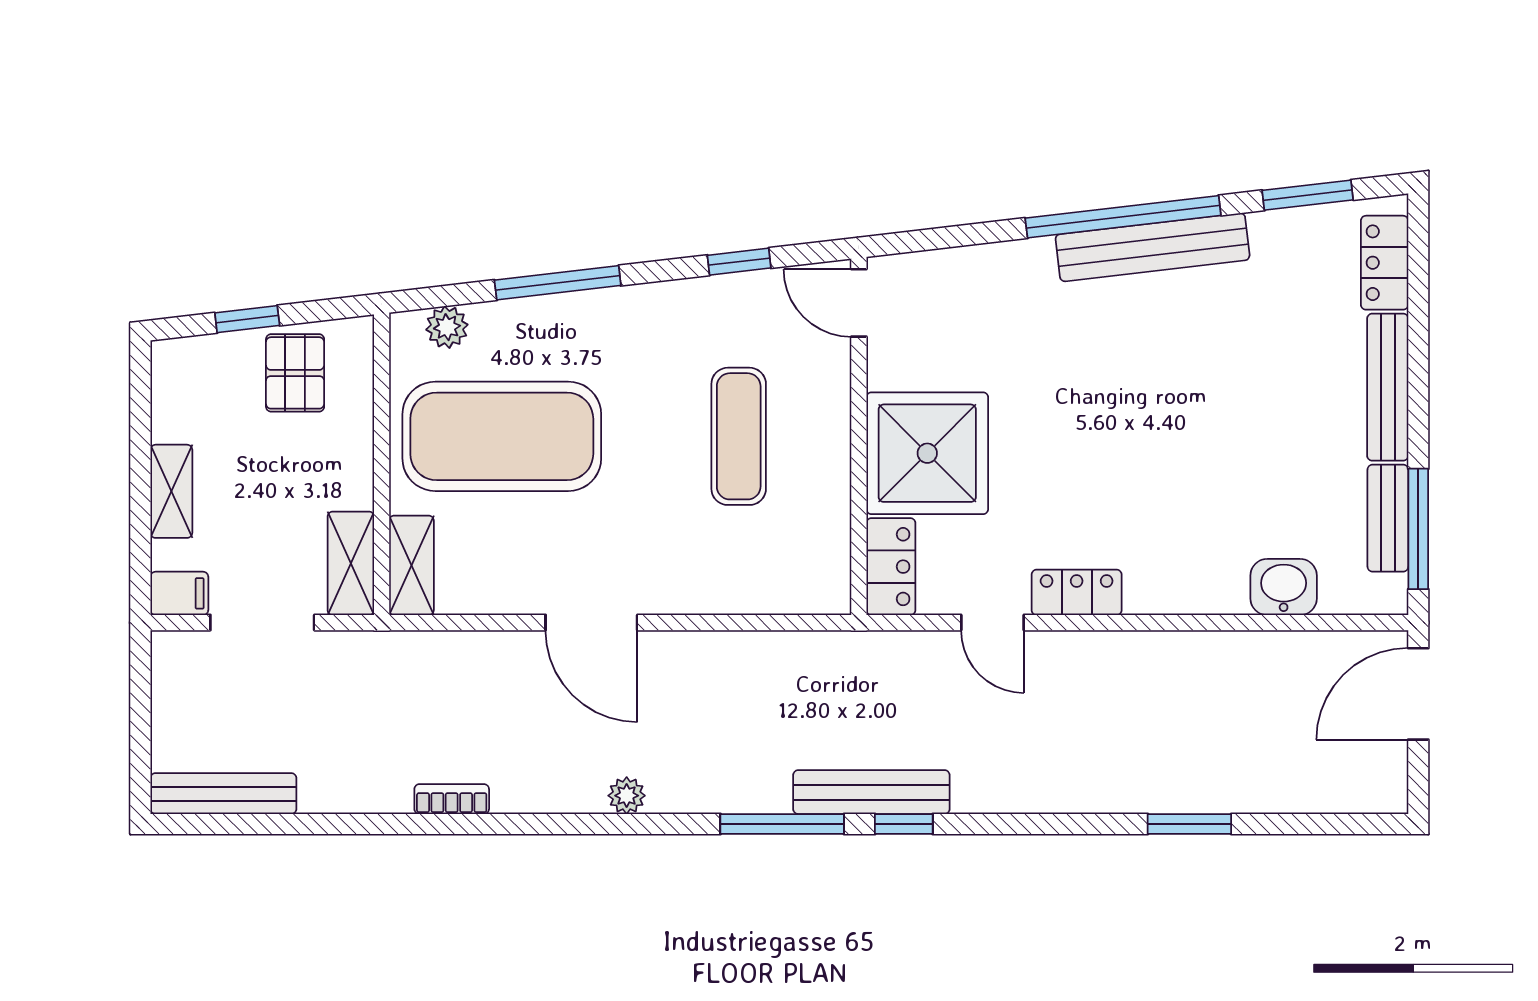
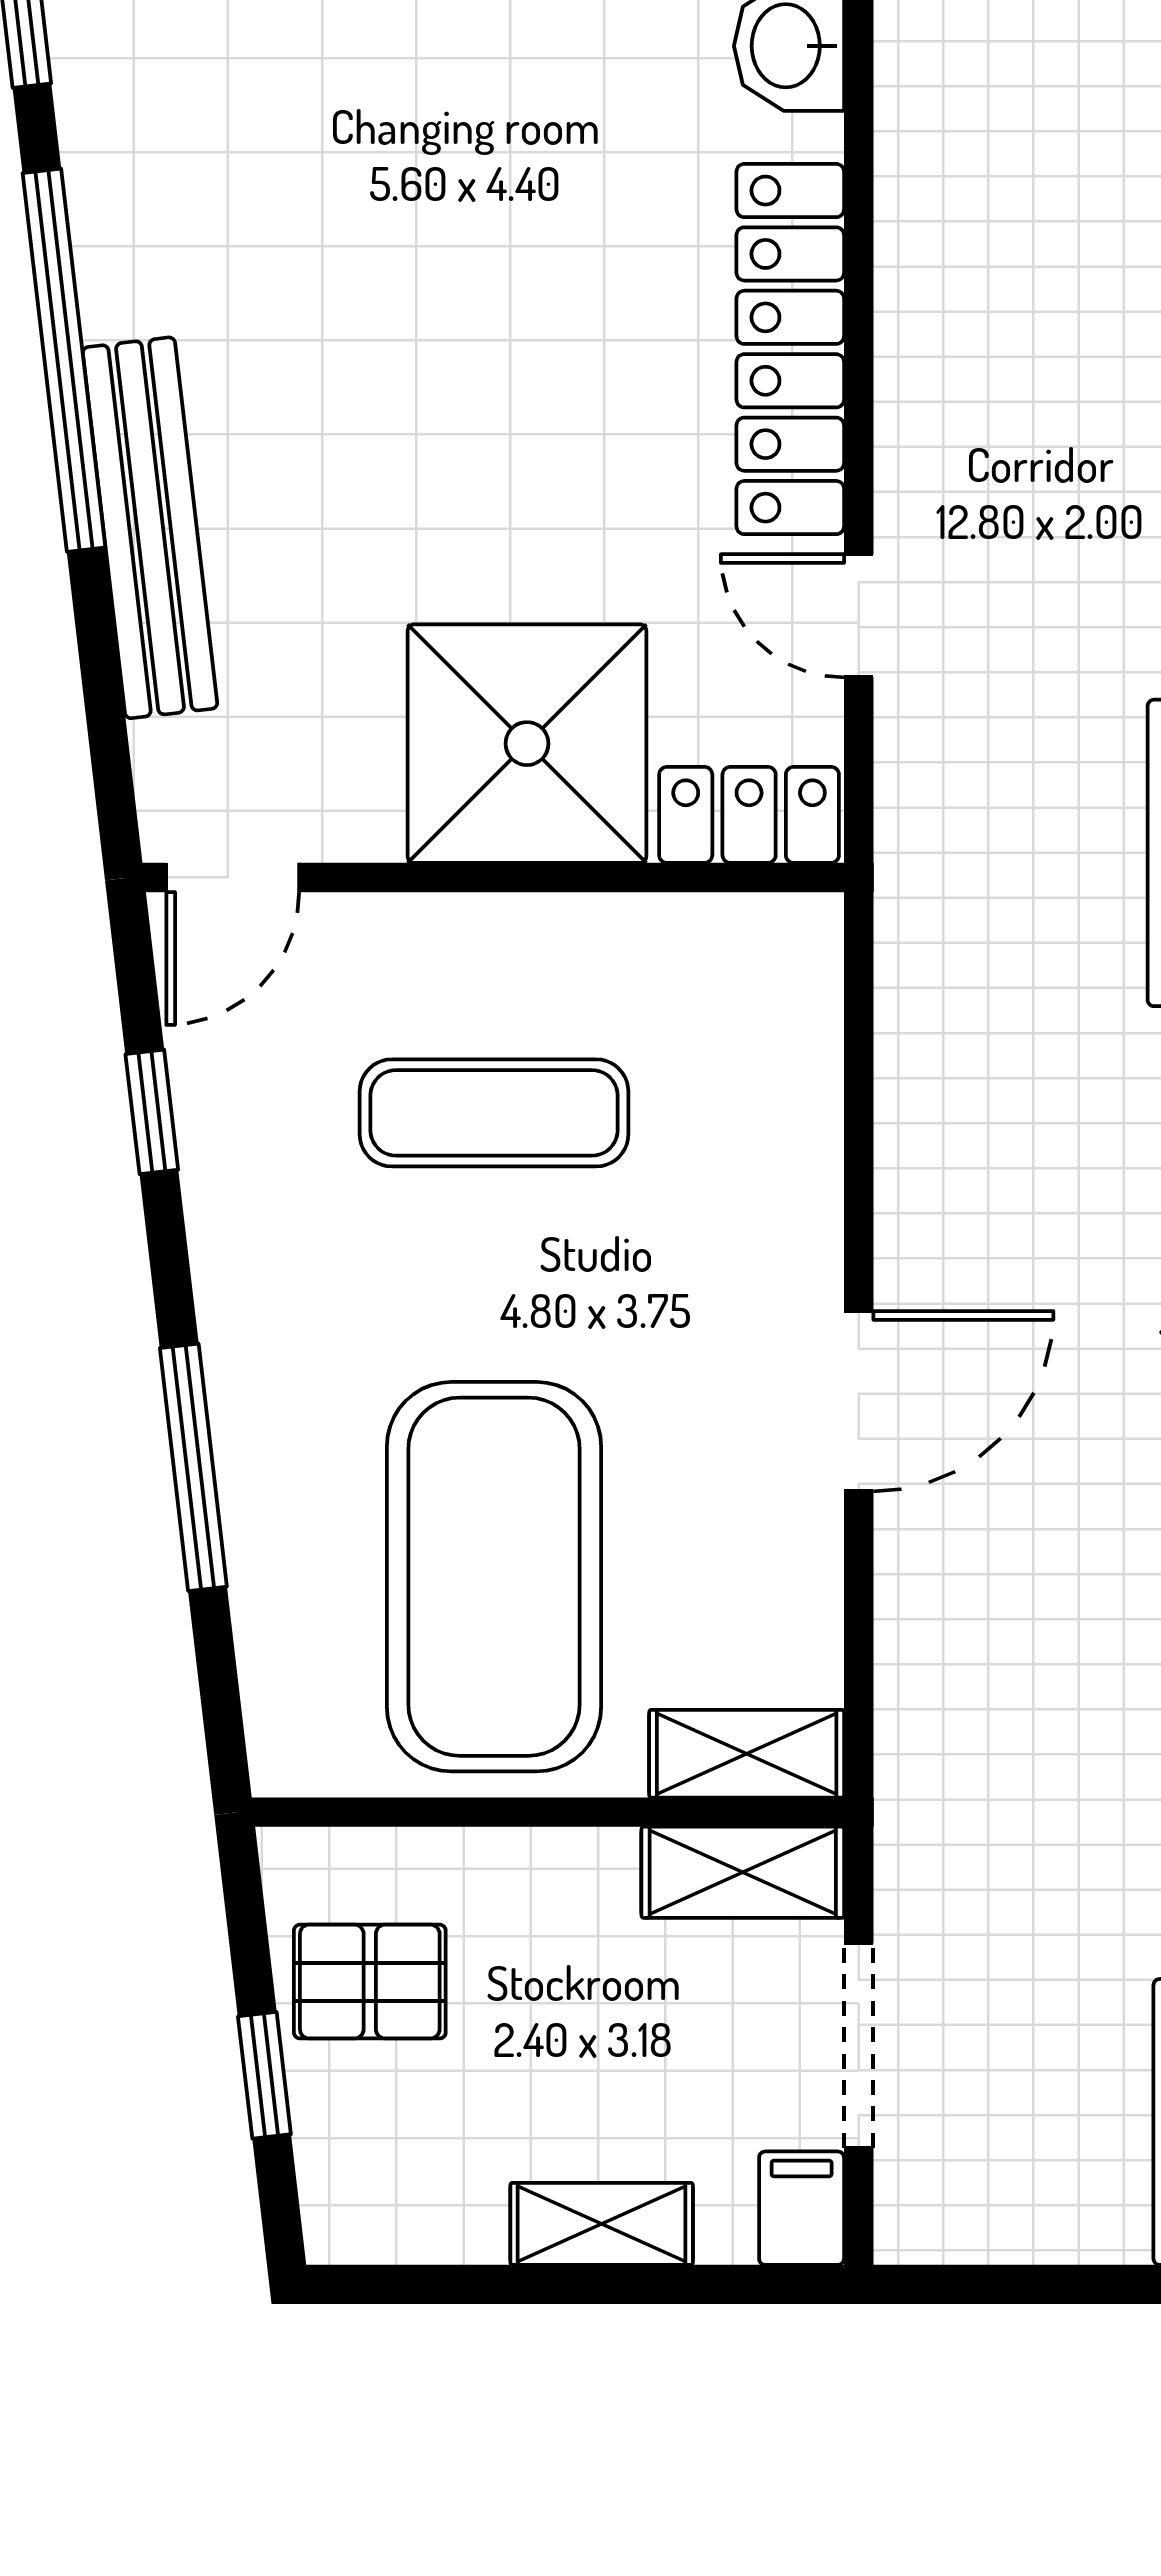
bench: (1153, 247) -> (150, 528), moved
plant: (447, 327) -> (280, 1684), removed
locker: (1077, 592) -> (790, 349), width x2.16, depth x1.21
door: (993, 623) -> (859, 616), swing flipped

